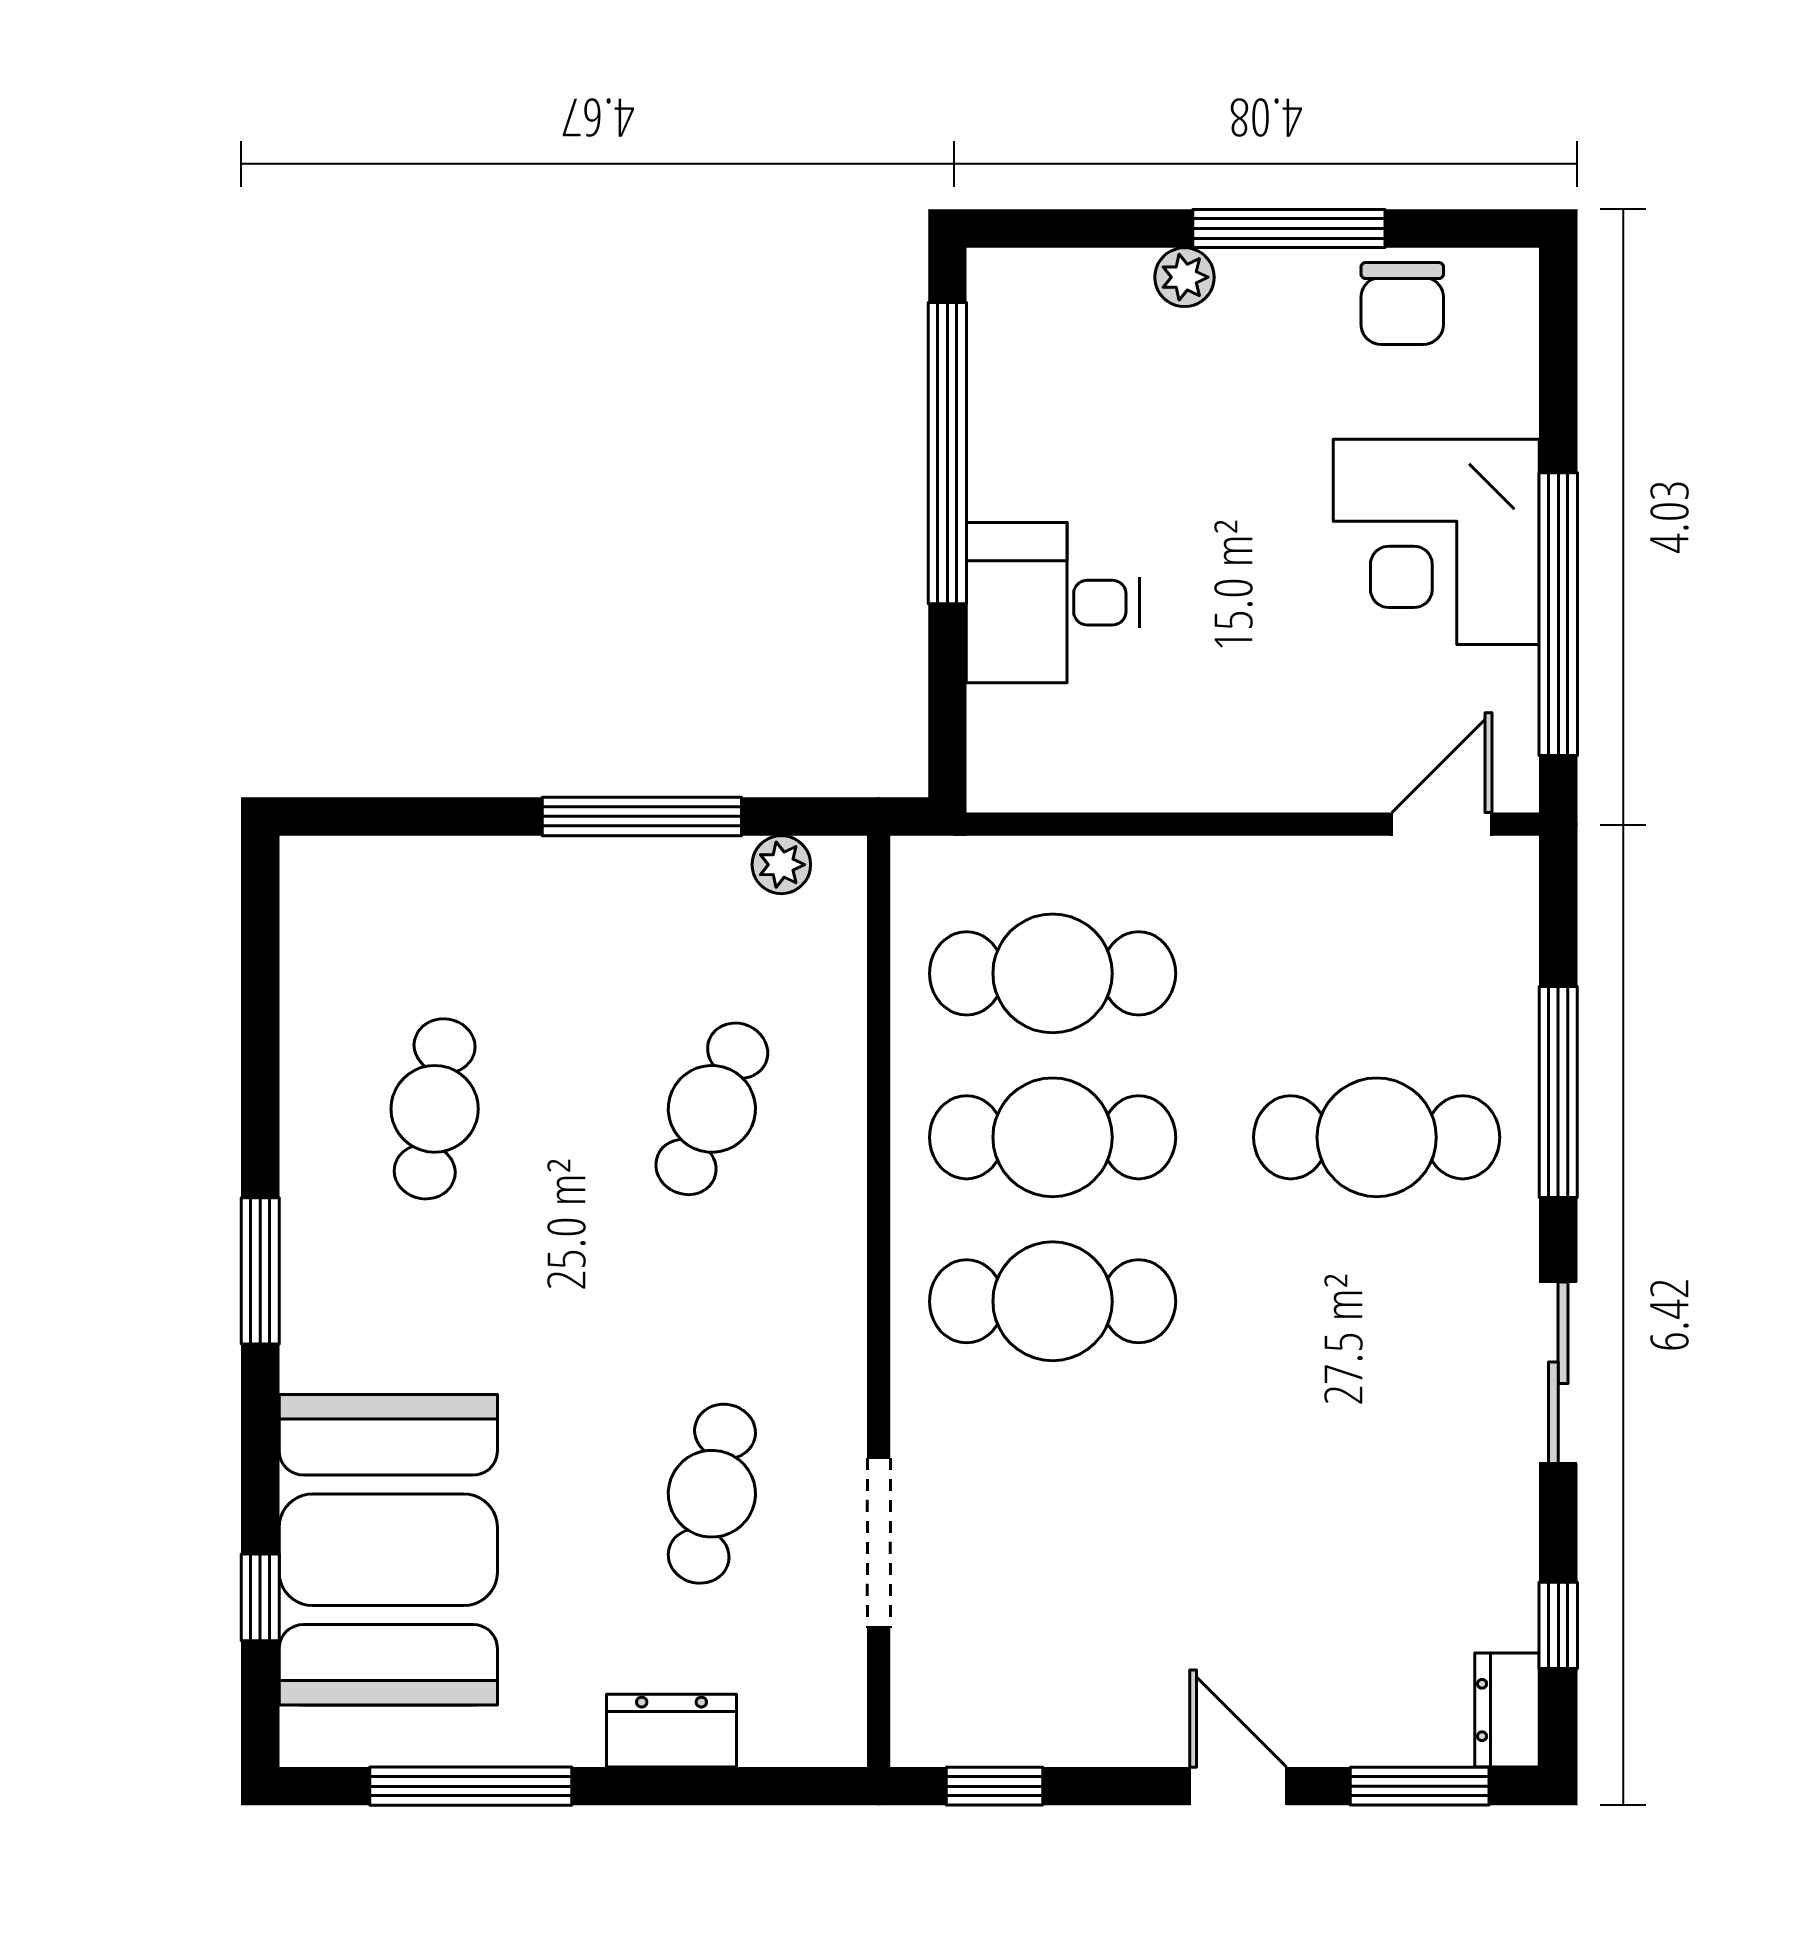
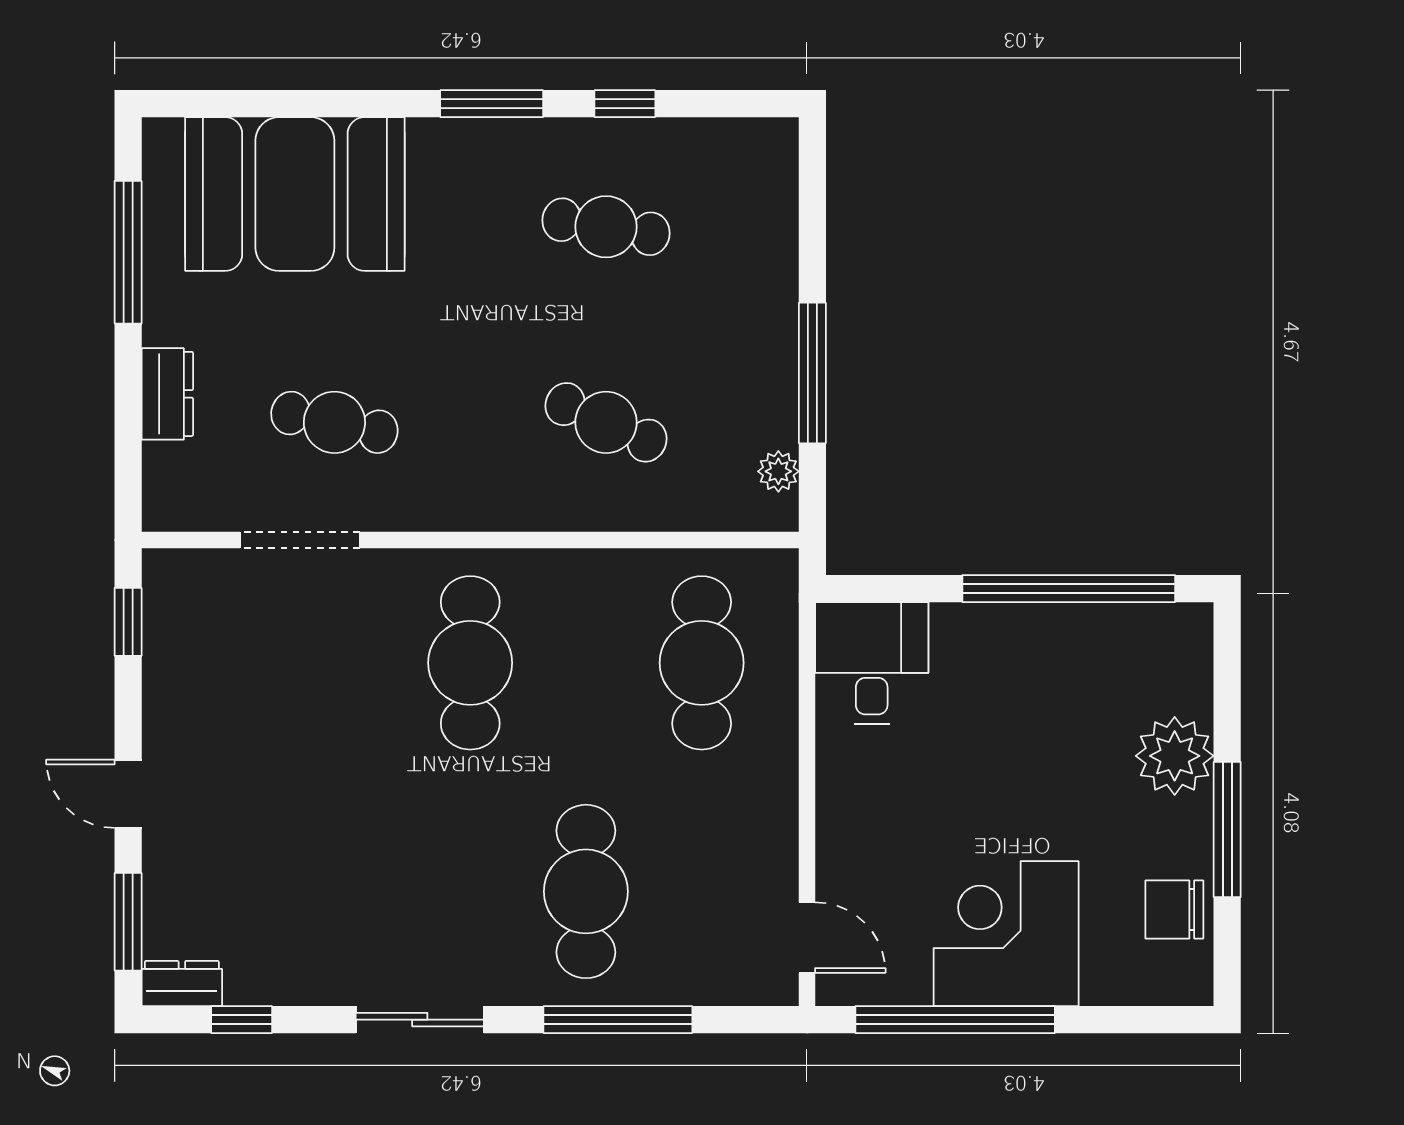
plant: (1185, 277) -> (1175, 756), width x1.87, depth x1.87
desk: (1053, 603) -> (872, 663), moved
cafe table: (1053, 1137) -> (586, 663), removed
window: (260, 1597) -> (625, 104), moved
door: (1238, 1786) -> (128, 794), swing flipped

